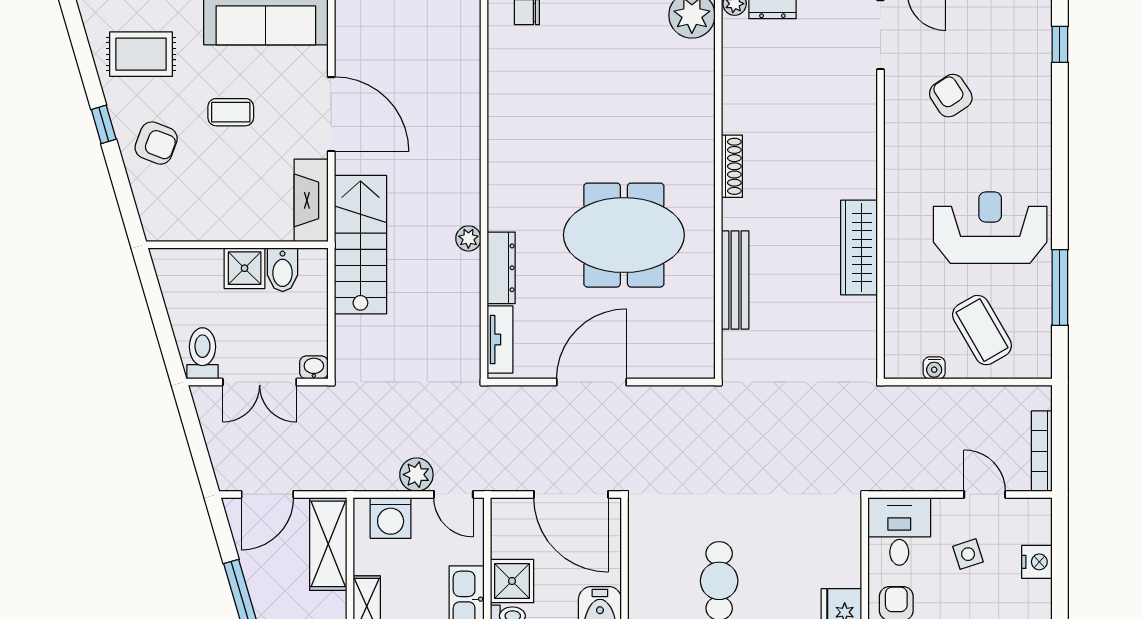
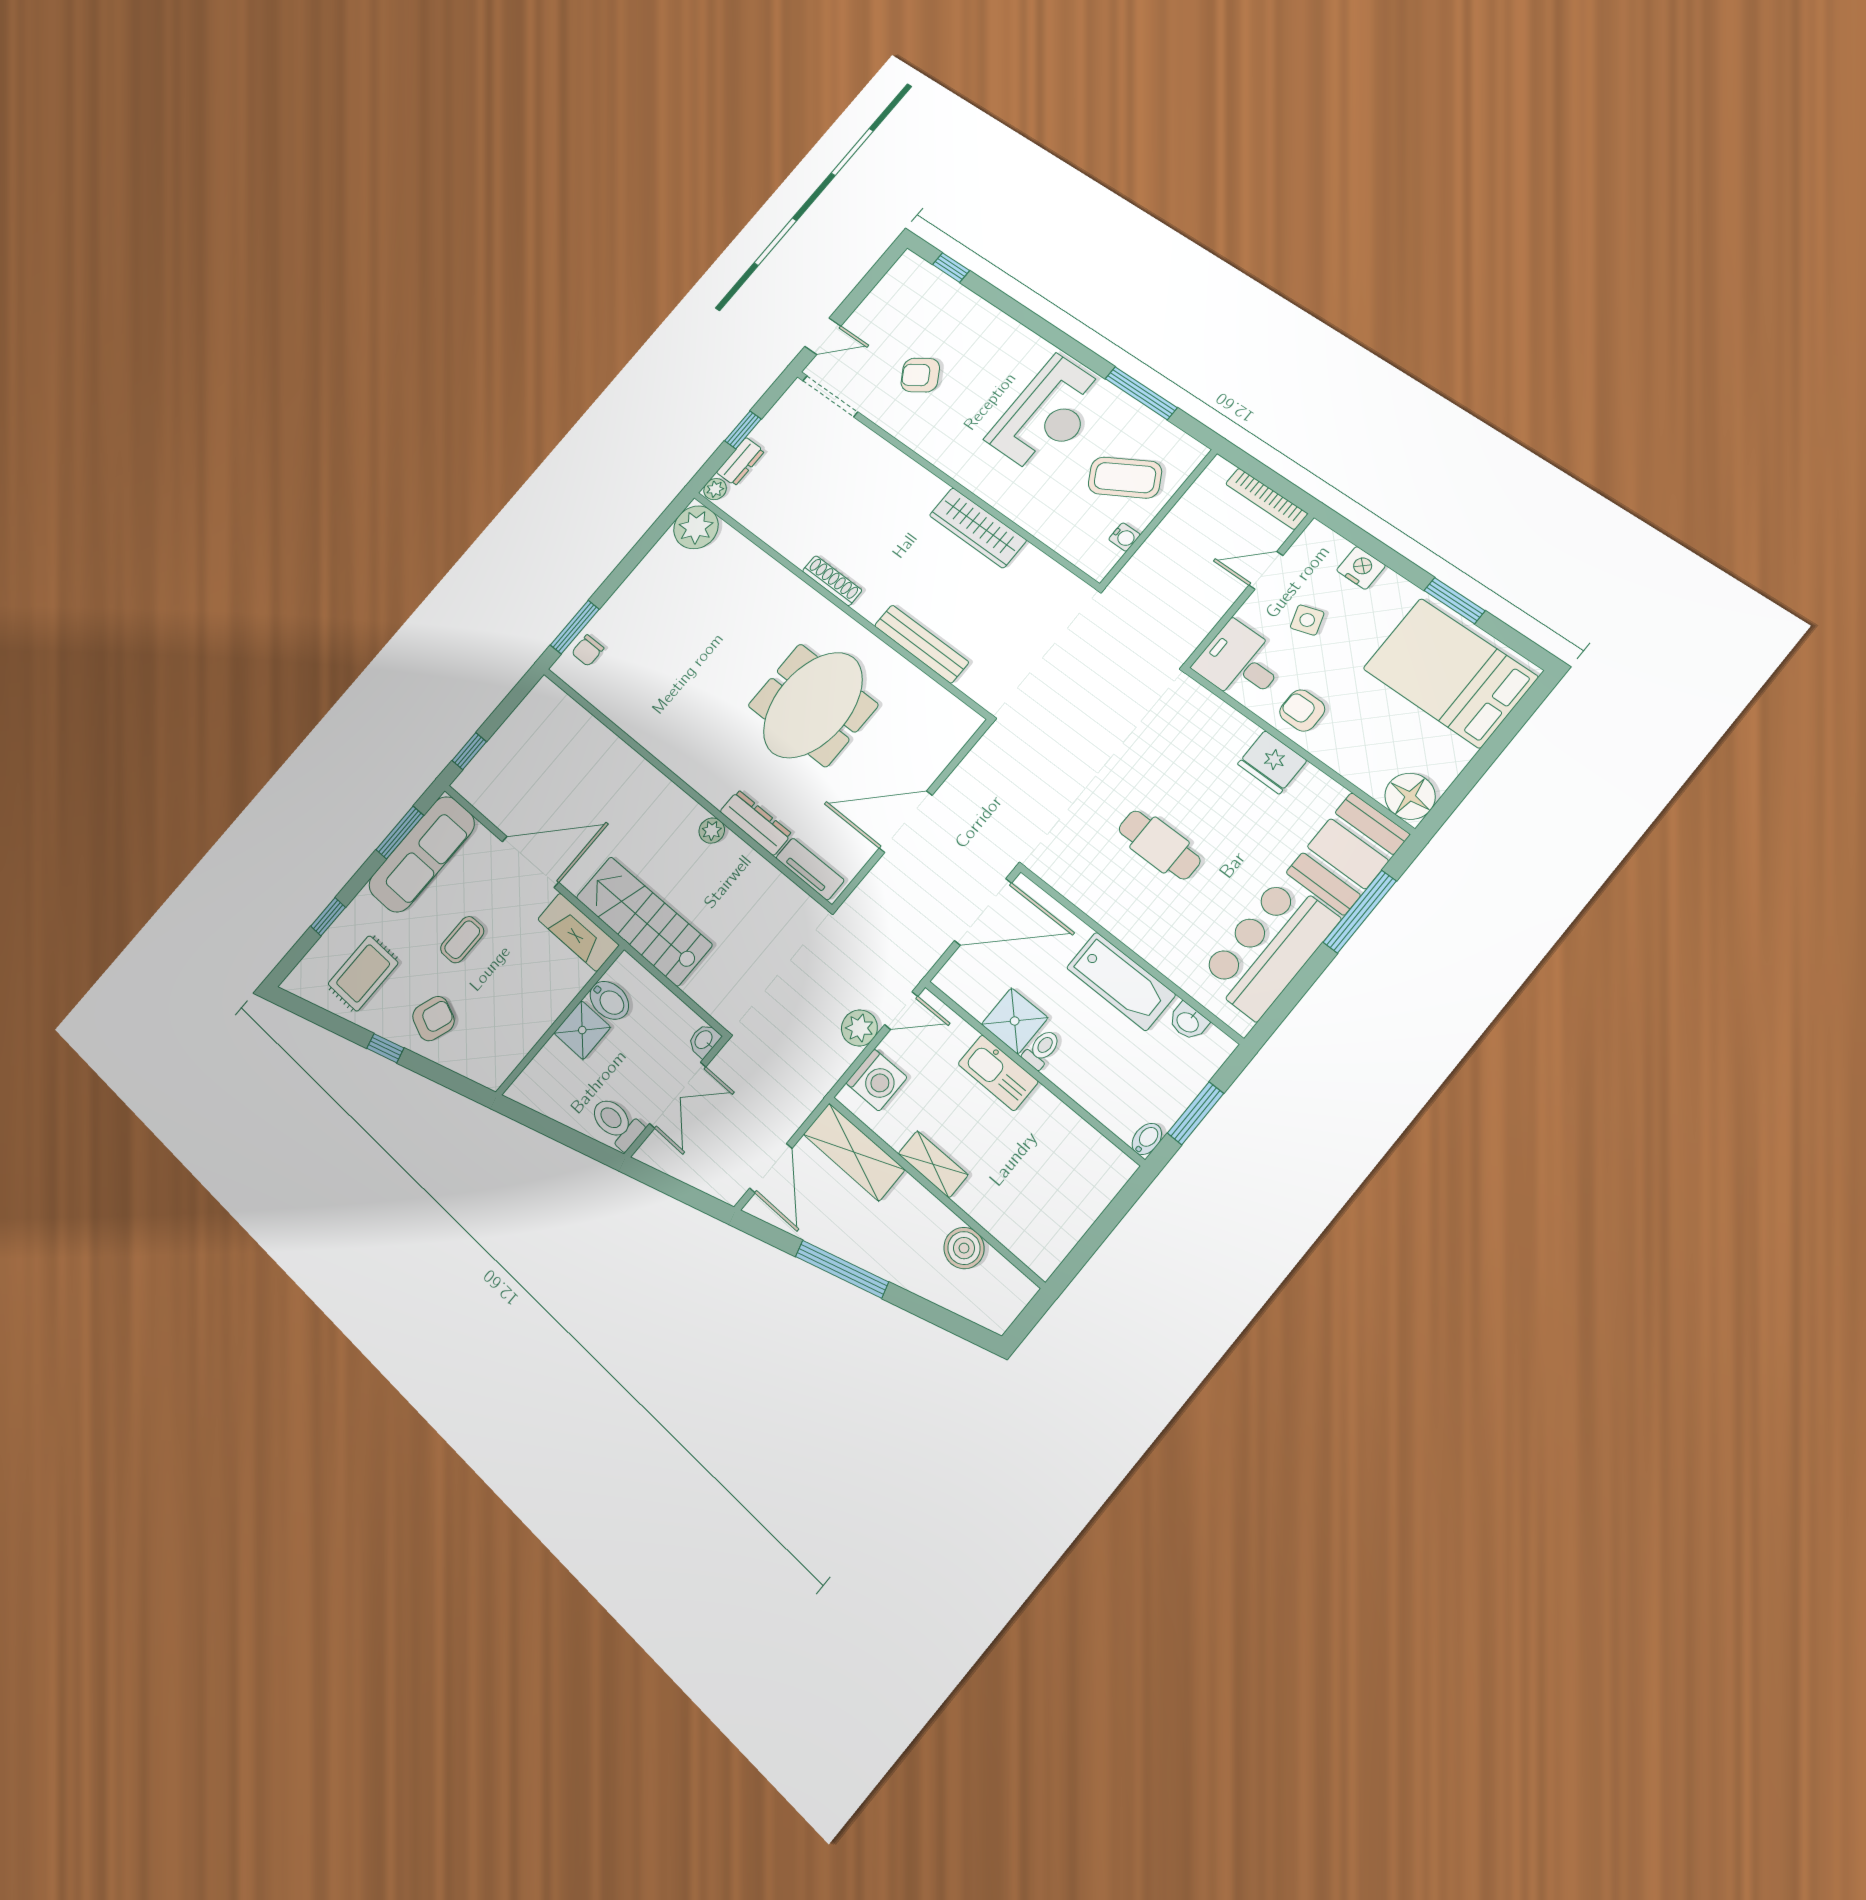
reception desk: (990, 228) -> (1048, 415), turned 180
door: (592, 382) -> (906, 822), hinge flipped

